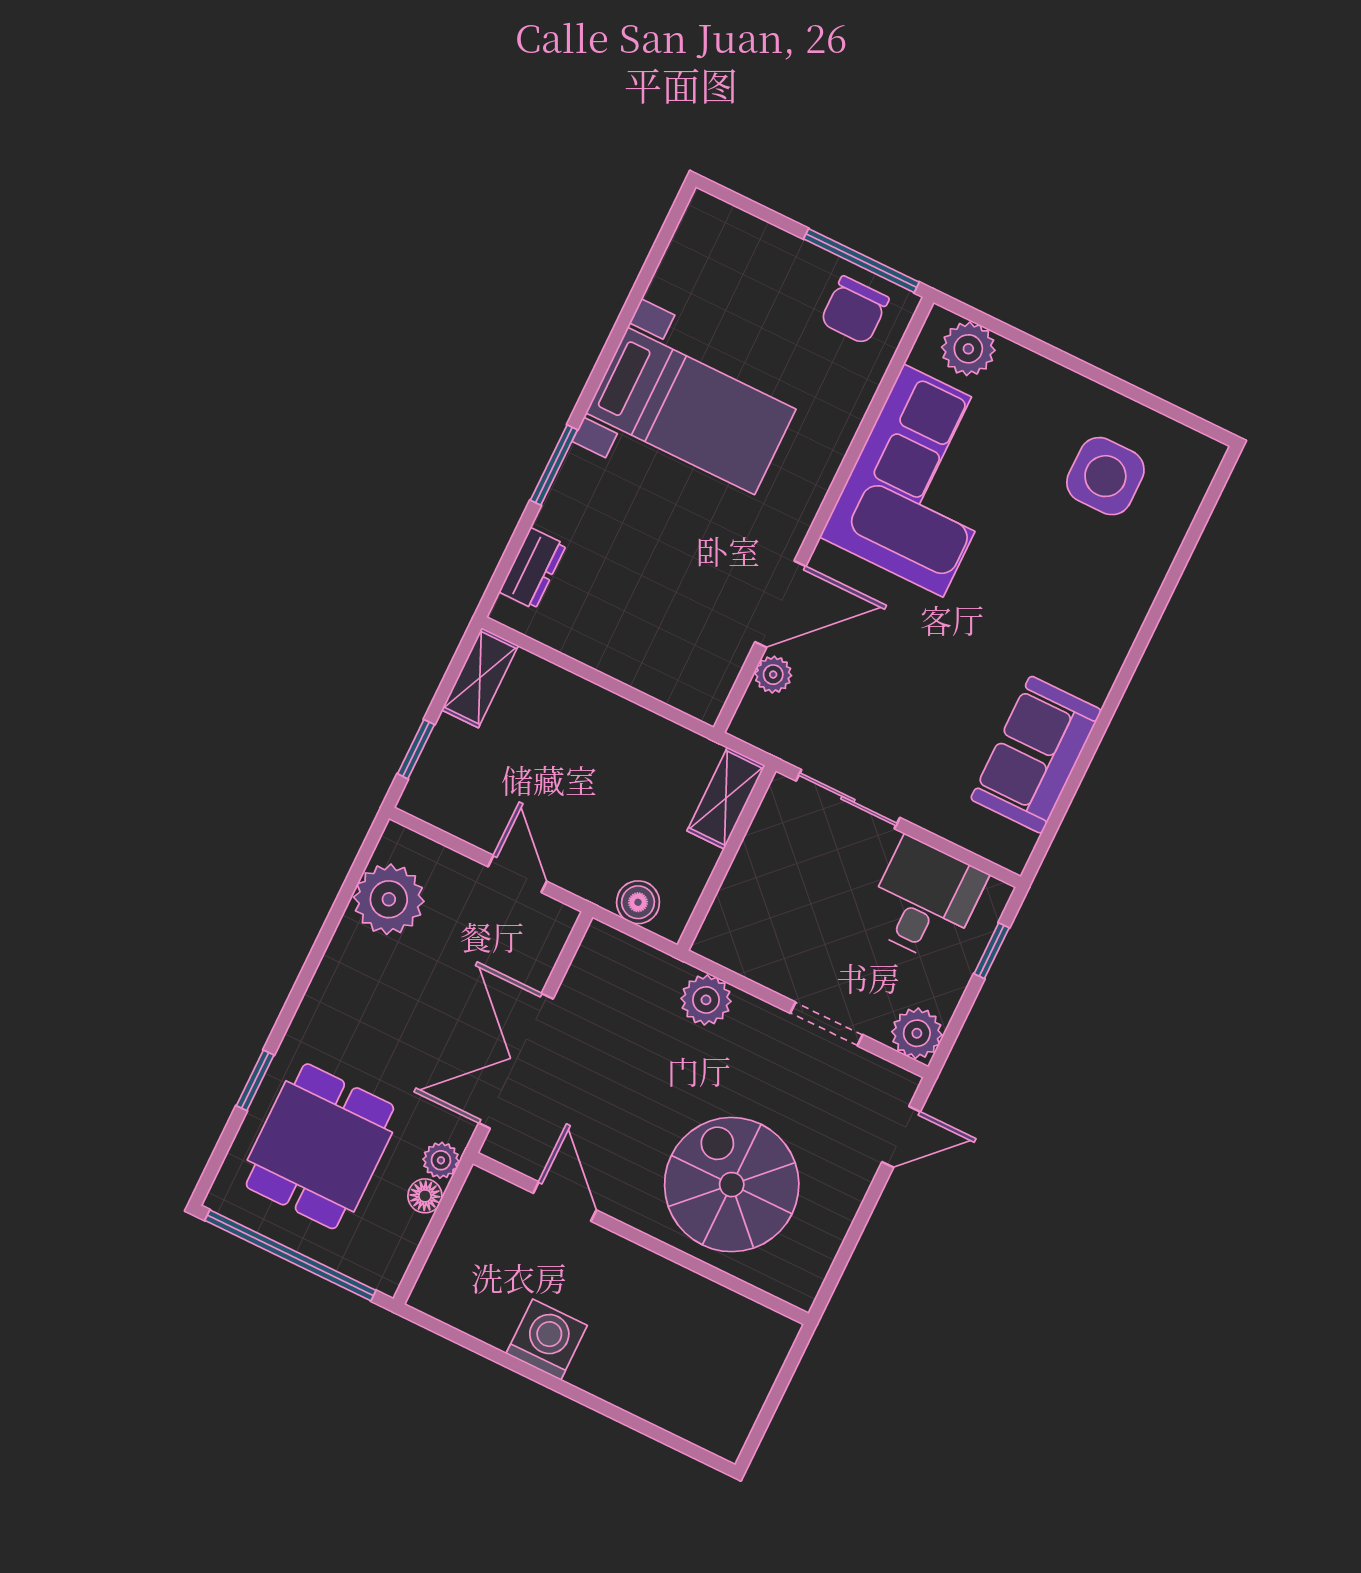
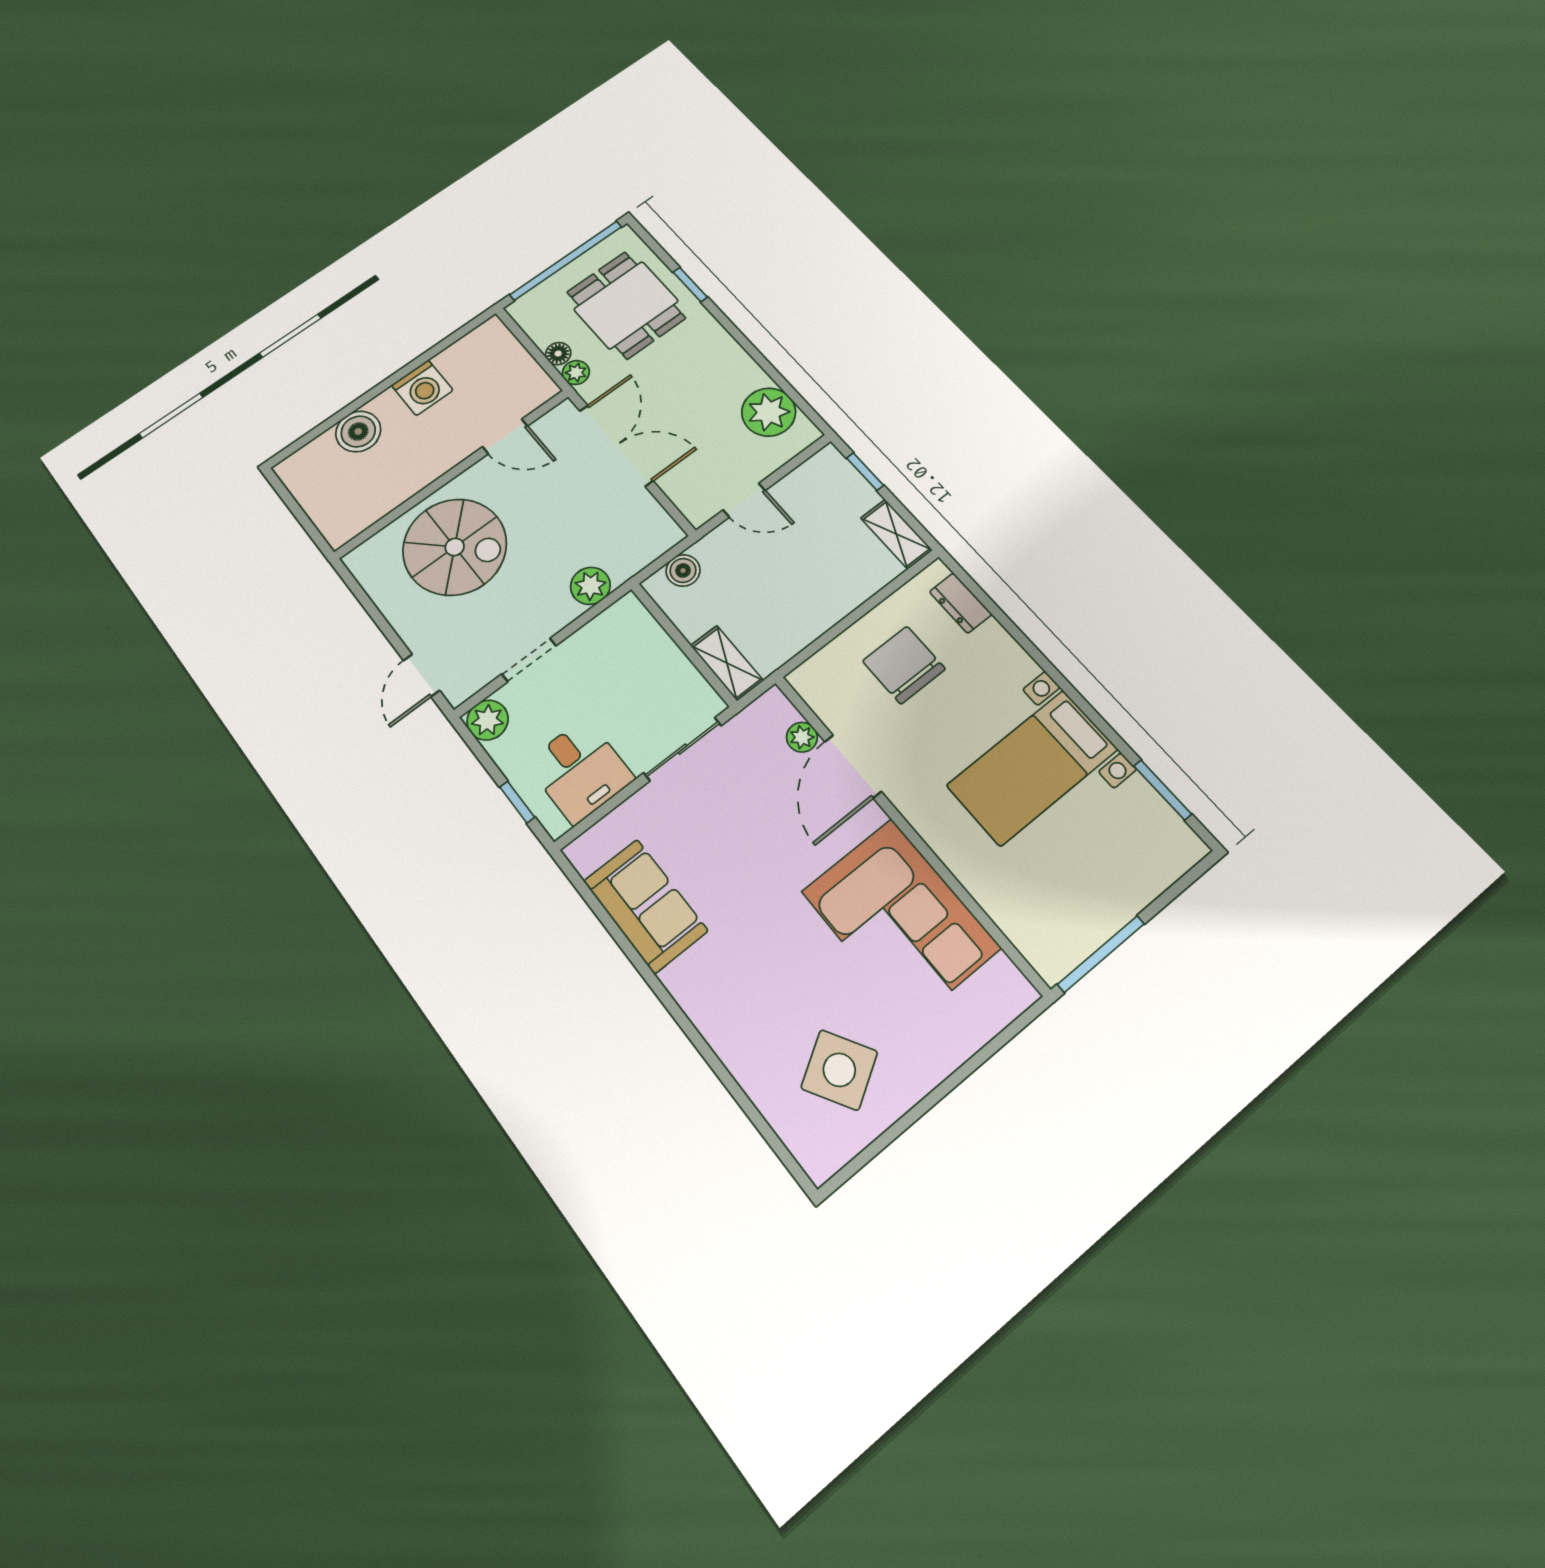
chair: (855, 310) -> (904, 665), moved, width x1.37, depth x1.37
plant: (968, 349) -> (993, 1007), removed
window: (554, 465) -> (1163, 790), moved
side table: (1105, 476) -> (839, 1070), turned -31
boiler: (640, 1385) -> (358, 431), added

